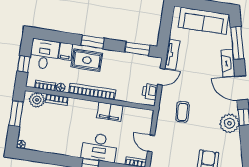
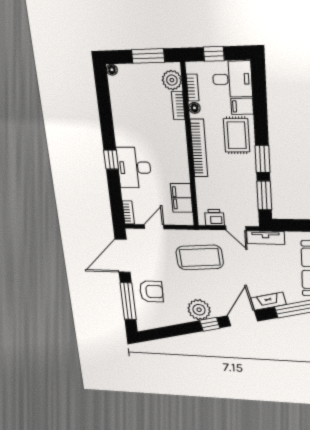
window: (93, 42) -> (262, 159), moved
filing cabinet: (110, 112) -> (182, 198), moved
coffee table: (182, 112) -> (200, 257), width x1.86, depth x1.72

